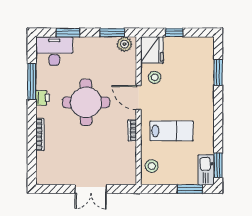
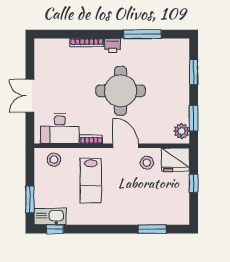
desk: (54, 51) -> (60, 129), moved, turned 90
printer: (43, 98) -> (113, 45), moved
door: (139, 98) -> (126, 146), hinge flipped
window: (218, 165) -> (55, 229), width x0.67

